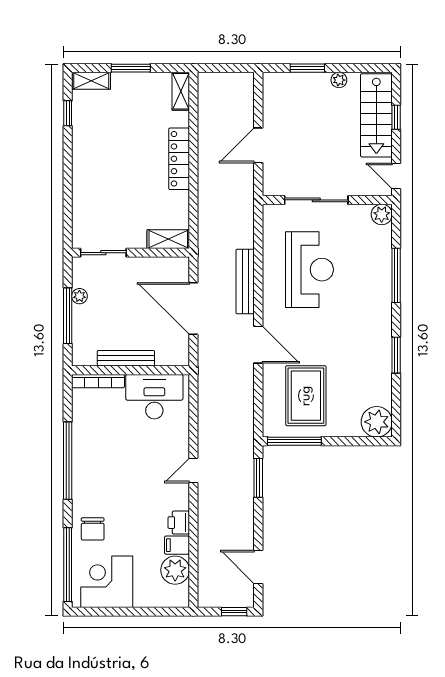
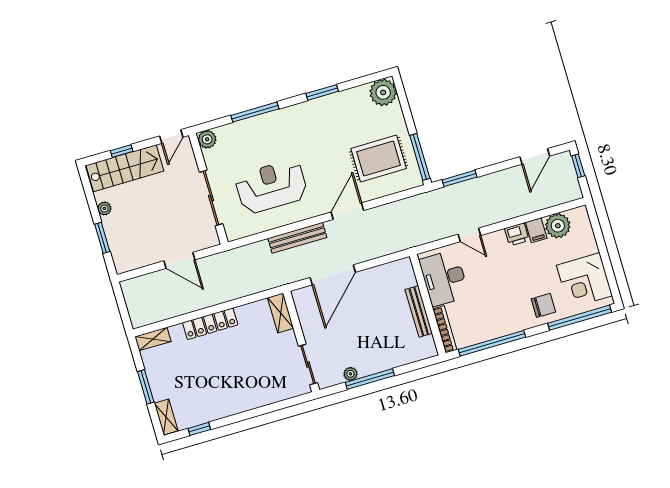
bench: (126, 358) -> (419, 311), moved
wall: (131, 370) -> (428, 305), moved
bookcase: (98, 381) -> (445, 329), moved
desk: (154, 397) -> (444, 278), moved

